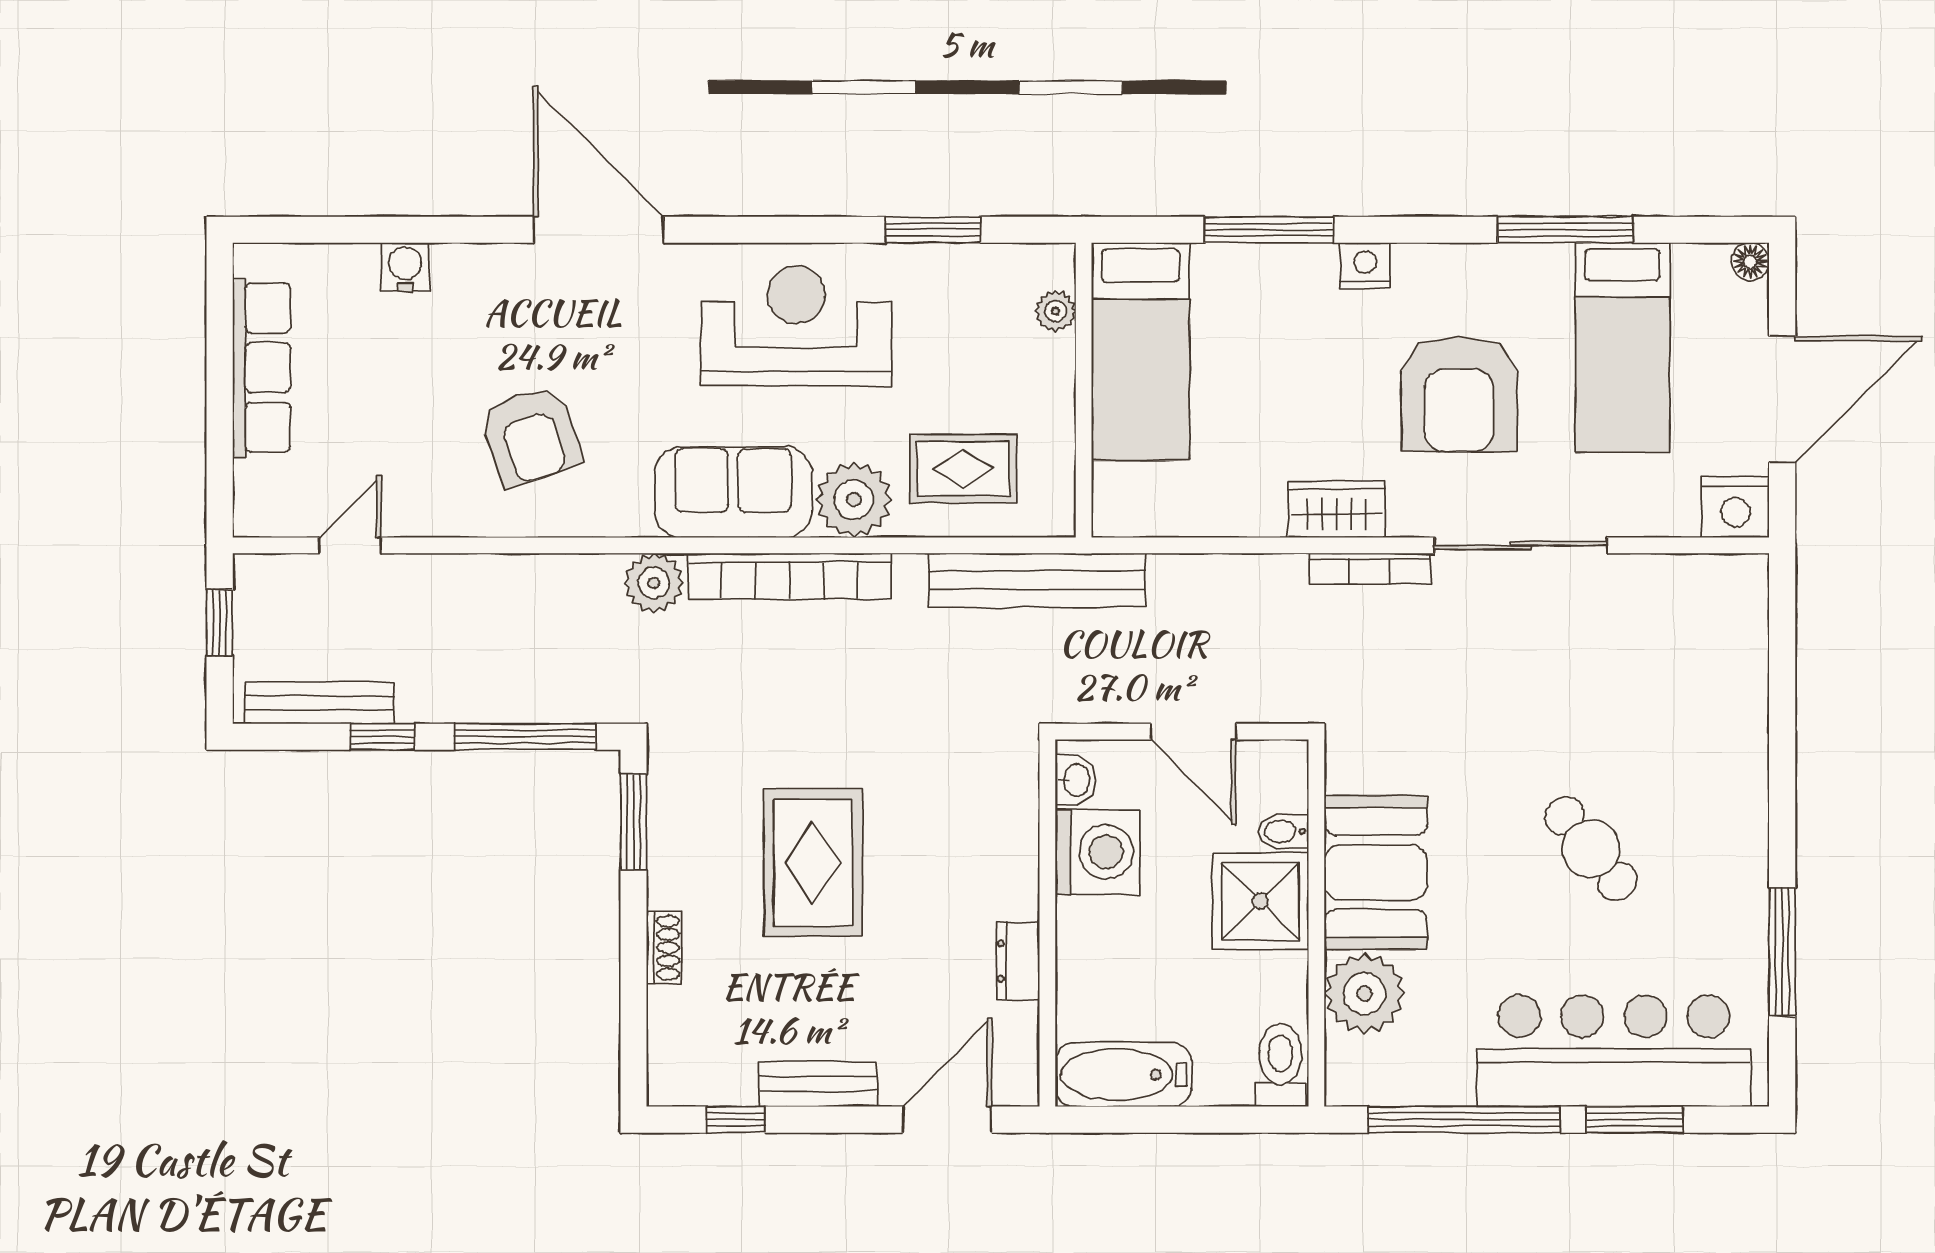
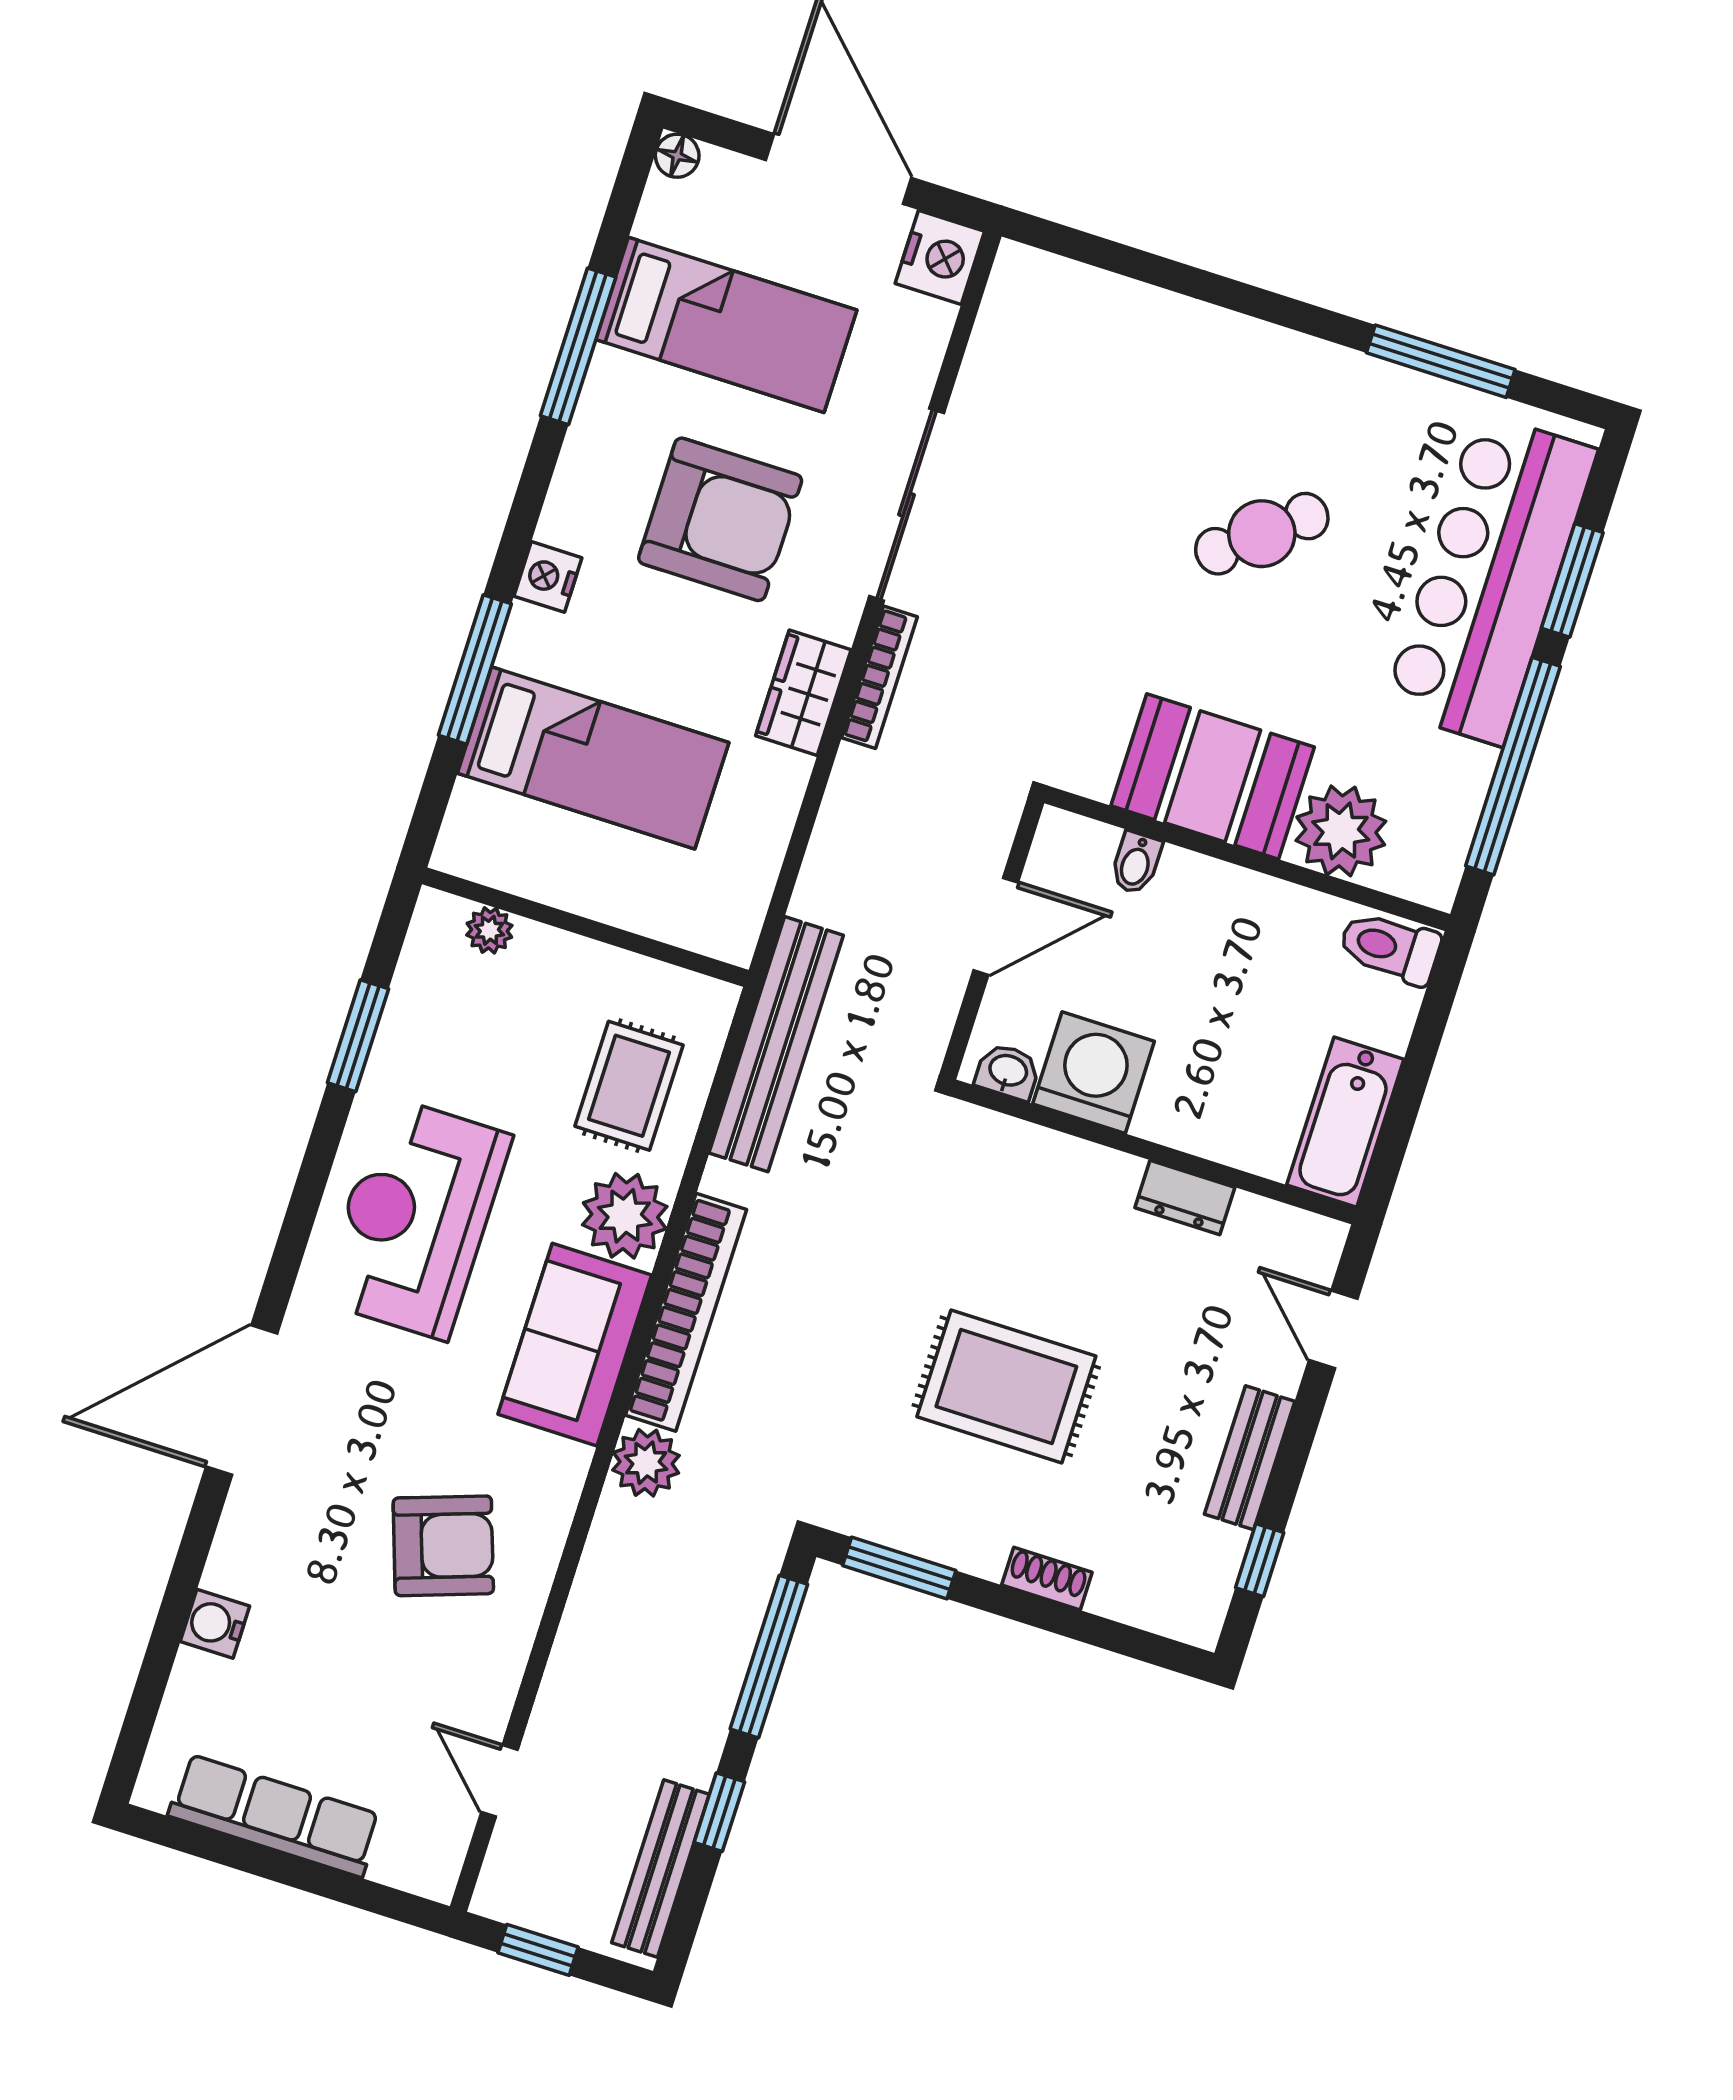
bed: (1140, 352) -> (593, 758), moved
shower: (1260, 901) -> (1204, 912), removed
door: (947, 1120) -> (1333, 1329), width x0.73

